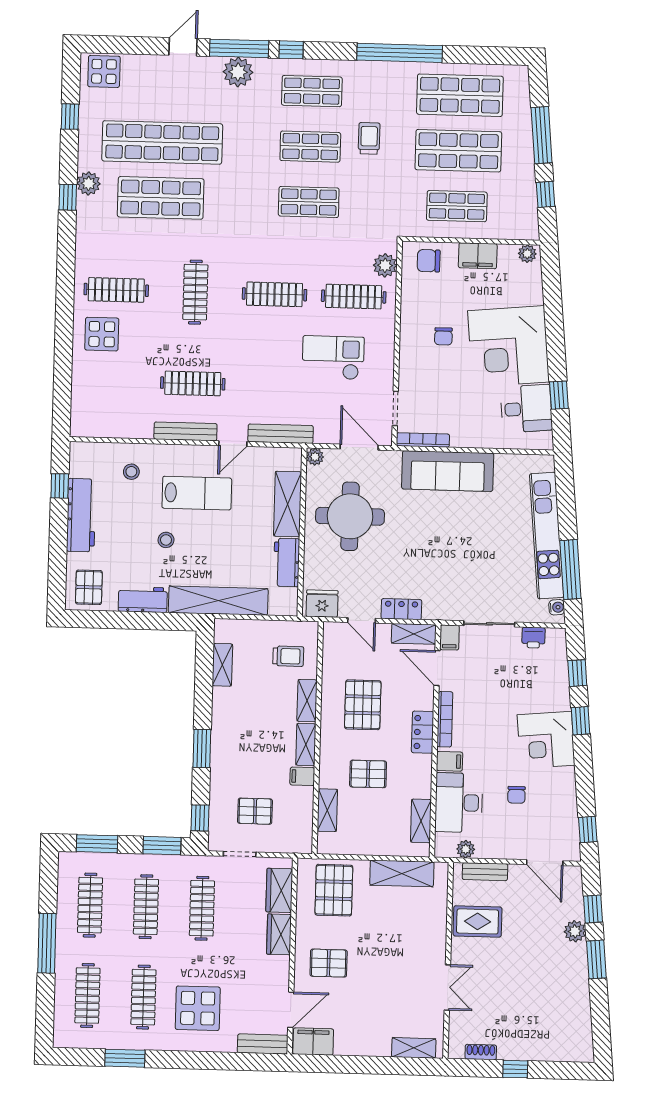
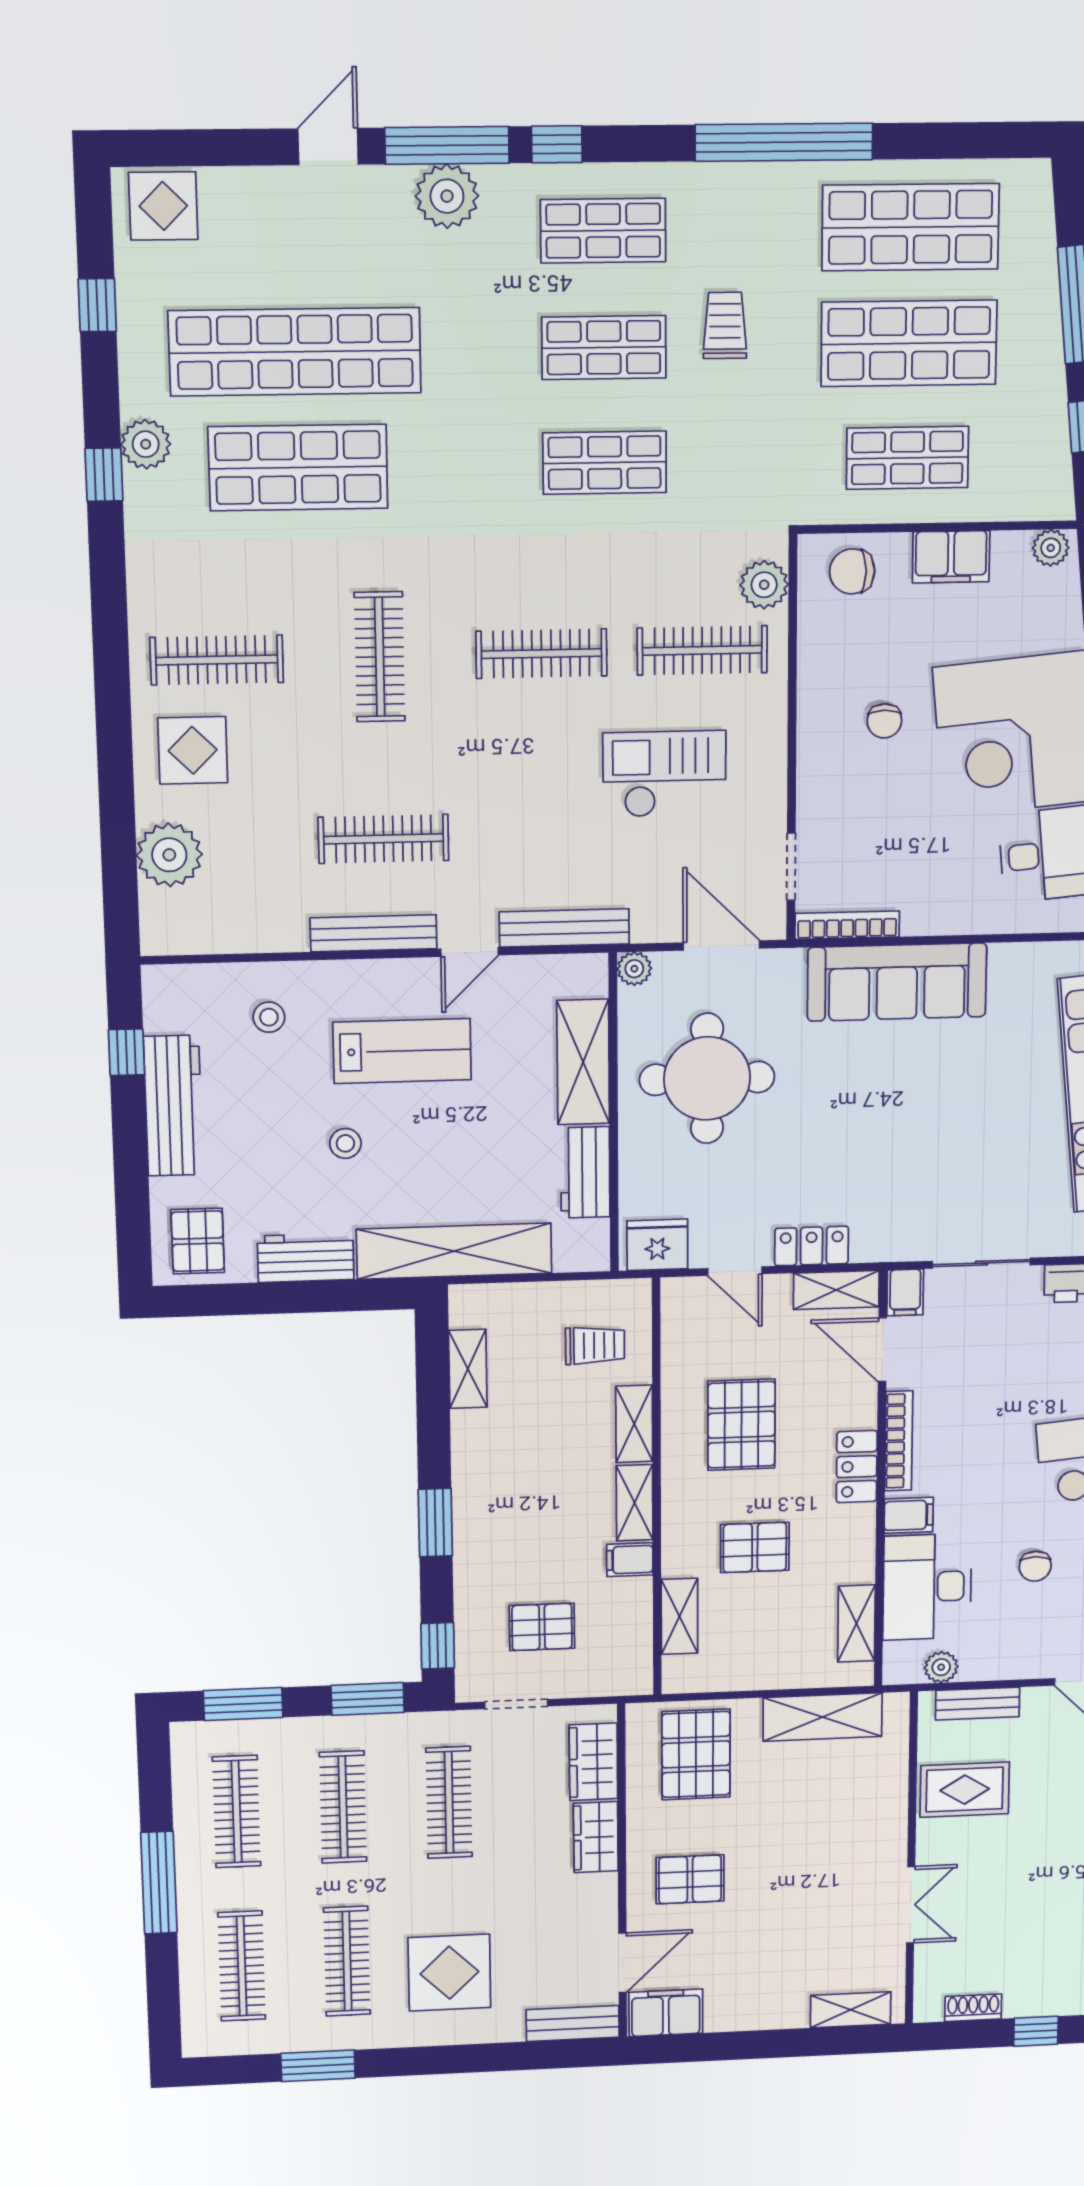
plant: (87, 386) -> (169, 855), added

